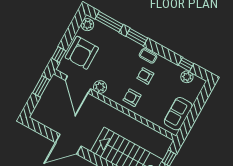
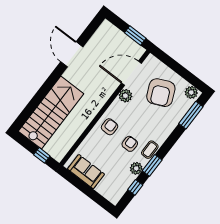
window: (137, 37) -> (152, 165), moved
armchair: (82, 53) -> (161, 93), moved, turned -114
window: (59, 55) -> (165, 58), removed
plant: (187, 77) -> (136, 168), moved

